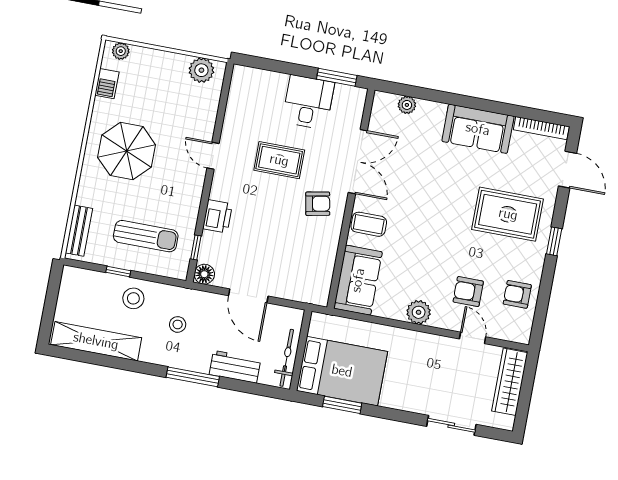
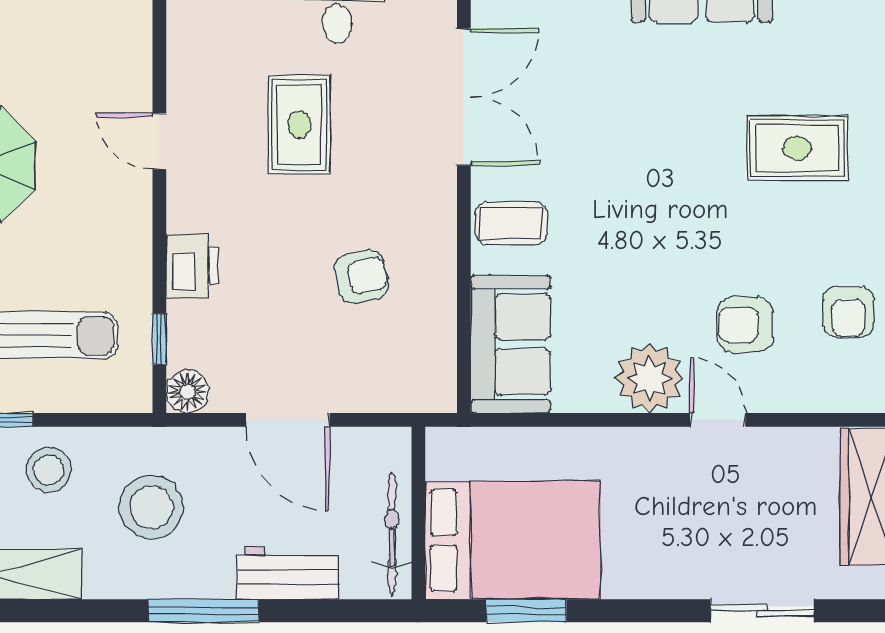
rug: (279, 160) -> (299, 124), turned 90
armchair: (318, 204) -> (361, 277), moved
rug: (508, 214) -> (797, 148), width x0.73, depth x0.70
armchair: (517, 294) -> (848, 312), turned -90
plant: (419, 312) -> (650, 378), width x1.36, depth x1.36
stool: (178, 324) -> (151, 507), width x1.89, depth x1.89
door: (473, 338) -> (718, 420), moved

